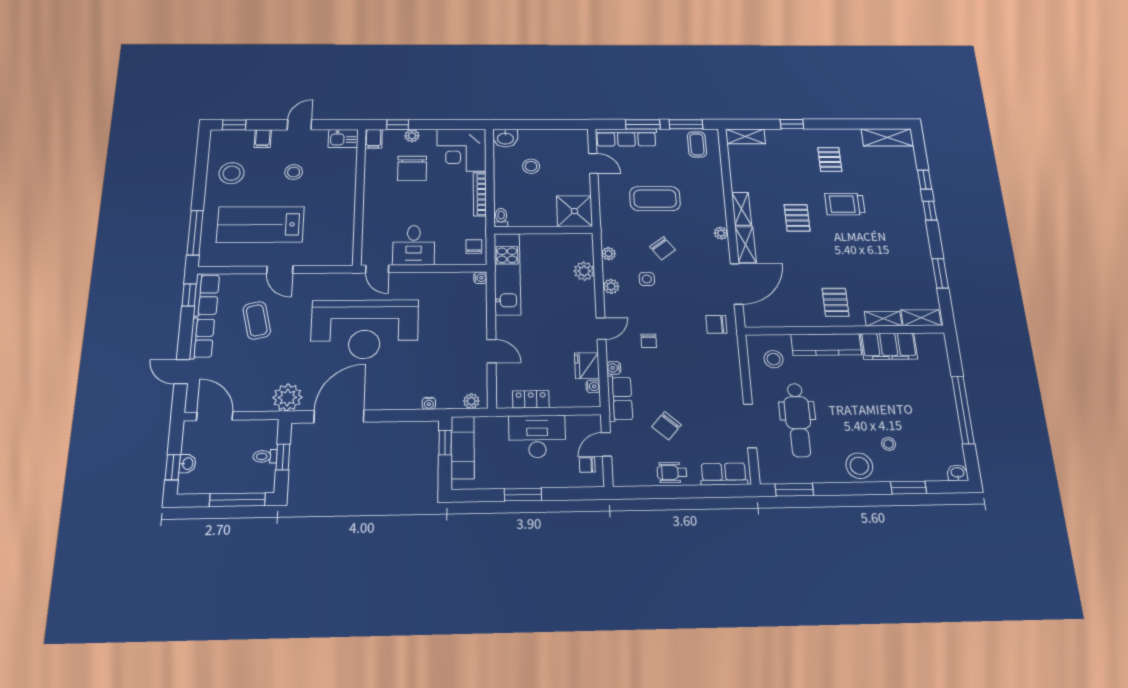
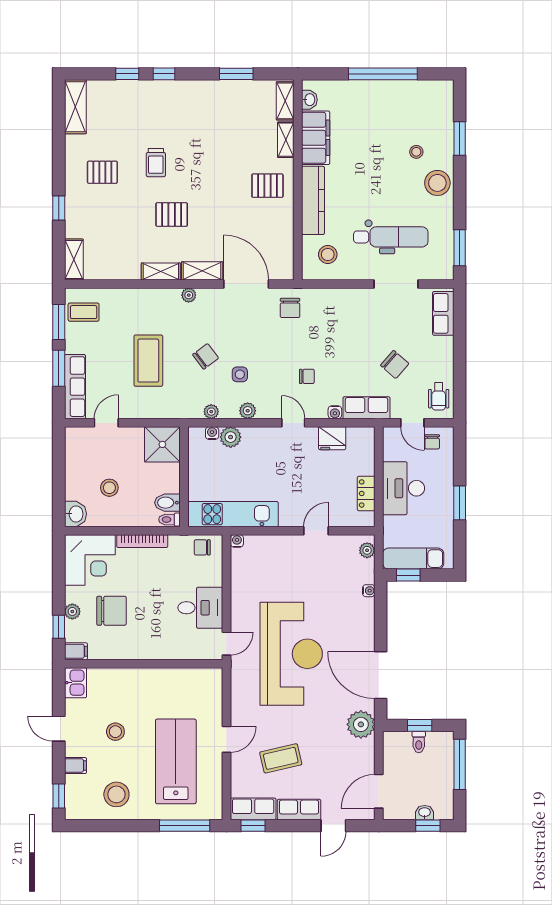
trolley: (845, 204) -> (156, 163), width x0.73, depth x0.72
bidet: (518, 216) -> (167, 503), added
lab bench: (260, 225) -> (176, 761), turned 180
water cooler: (593, 386) -> (212, 433), moved
wheelchair: (672, 472) -> (439, 396), moved
washbasin: (957, 473) -> (309, 100), moved, turned 180

